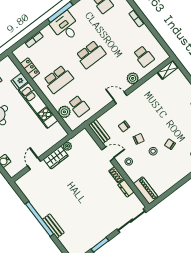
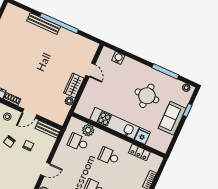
school desk: (58, 79) -> (109, 156), width x0.54
bench: (53, 226) -> (44, 24), width x1.36

